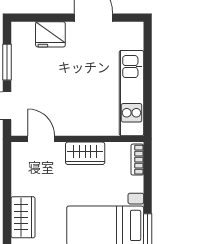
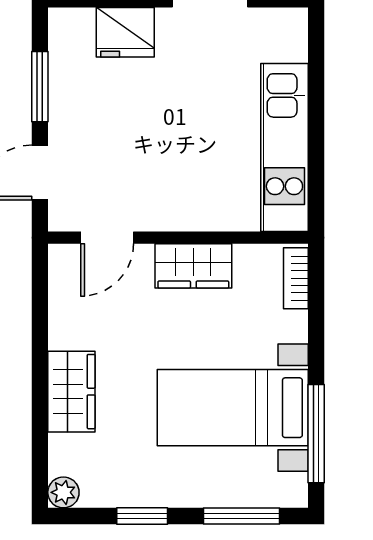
door: (41, 139) -> (107, 238), swing flipped

